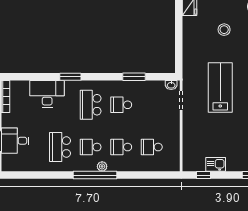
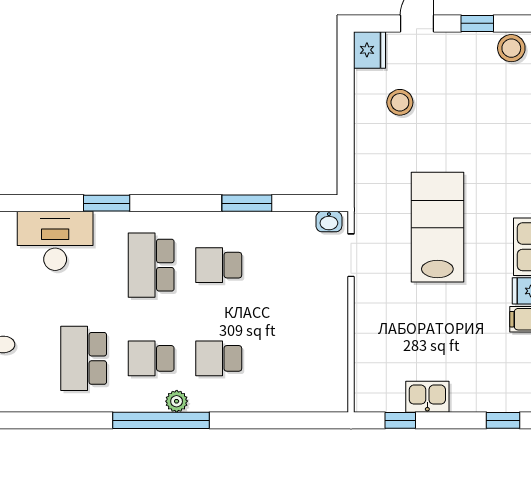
stool: (224, 30) -> (400, 102), moved
school desk: (152, 147) -> (286, 358), removed

